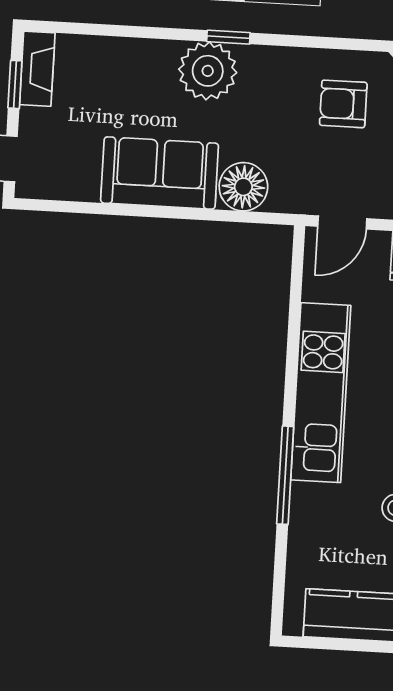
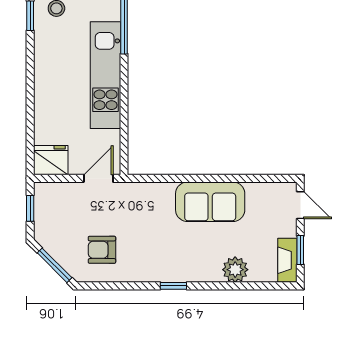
plant: (208, 71) -> (235, 270), moved, width x0.73, depth x0.73
armchair: (343, 104) -> (102, 250), turned 180
floor lamp: (243, 187) -> (159, 196), removed

